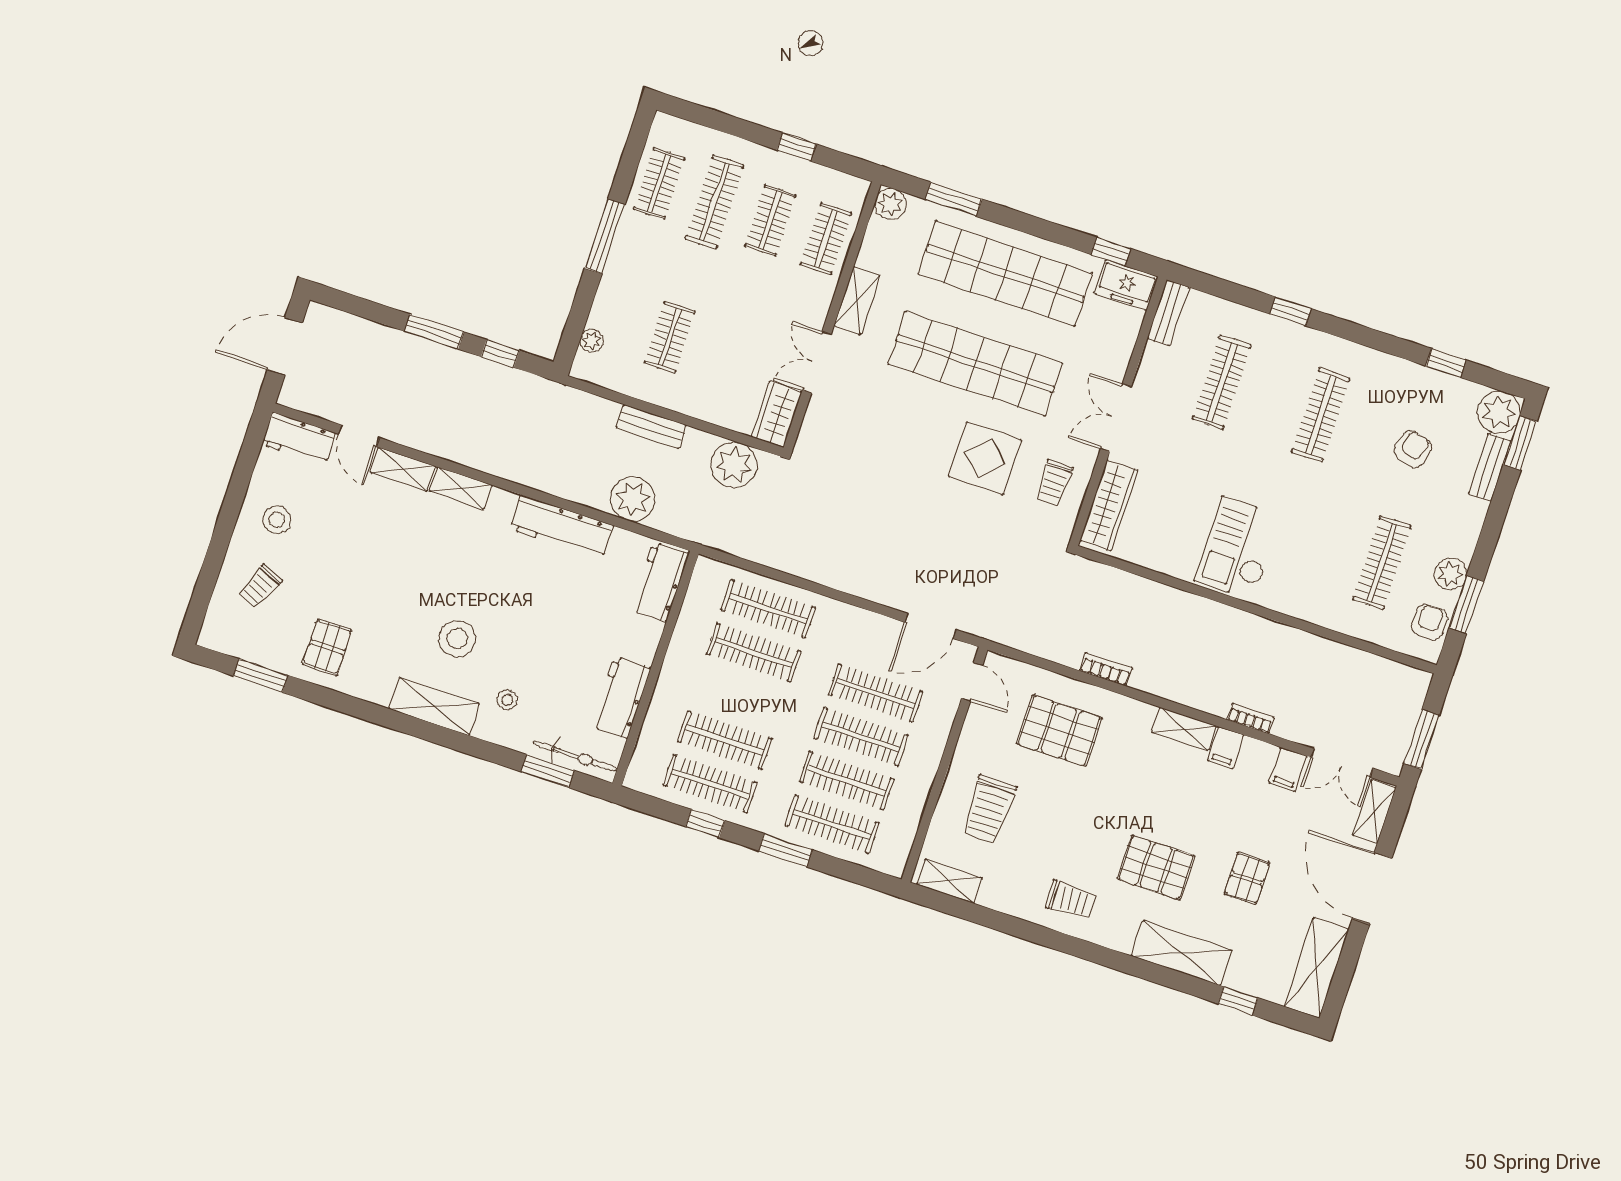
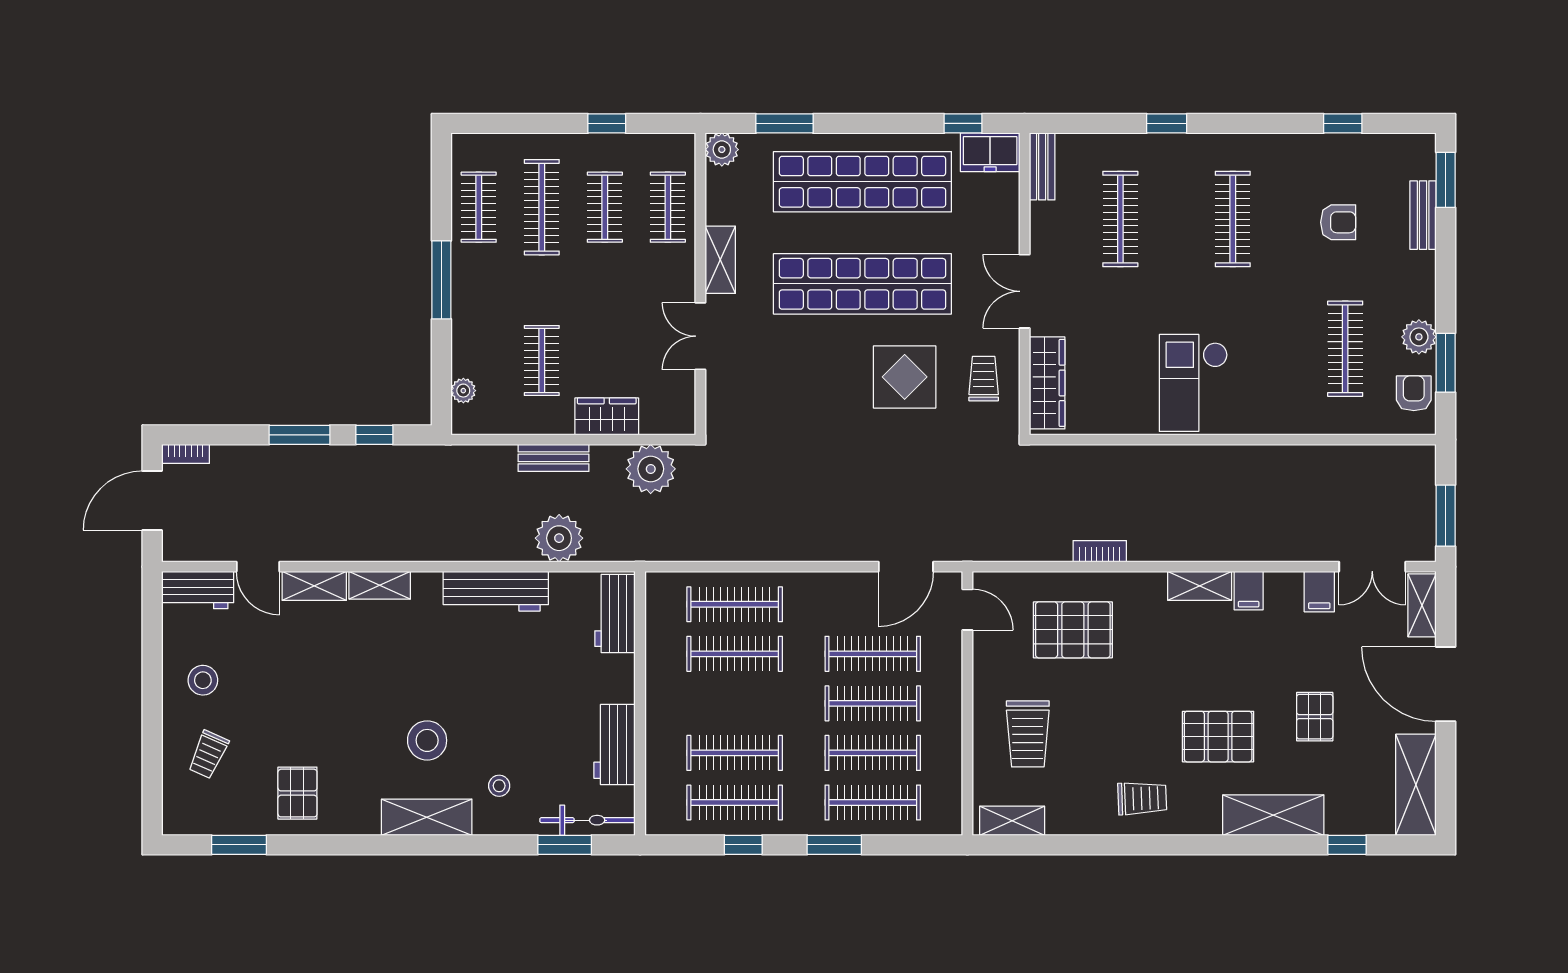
plant: (1499, 412) -> (1413, 156), removed
wardrobe: (777, 414) -> (607, 416), moved, turned 90
armchair: (1413, 449) -> (1338, 222), turned 74
trolley: (1054, 483) -> (984, 379), turned 180
bookcase: (1250, 718) -> (186, 454), moved, turned 180

